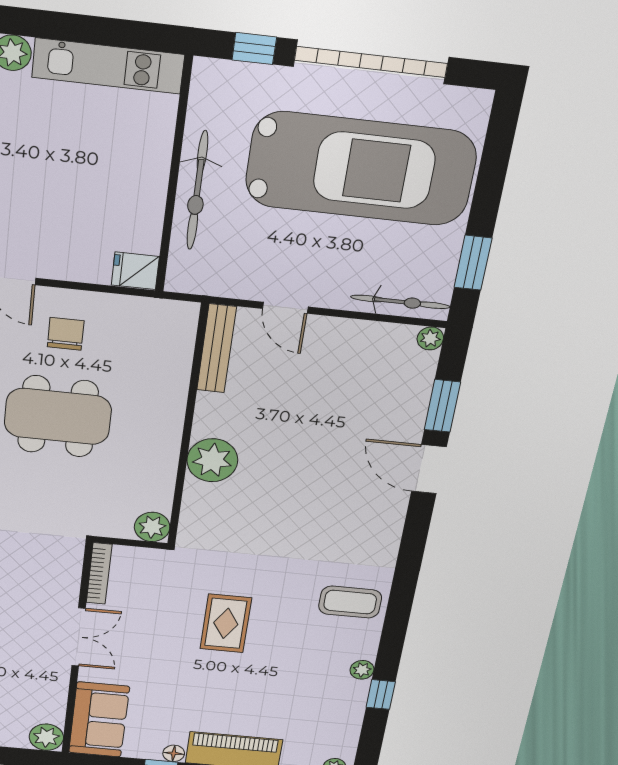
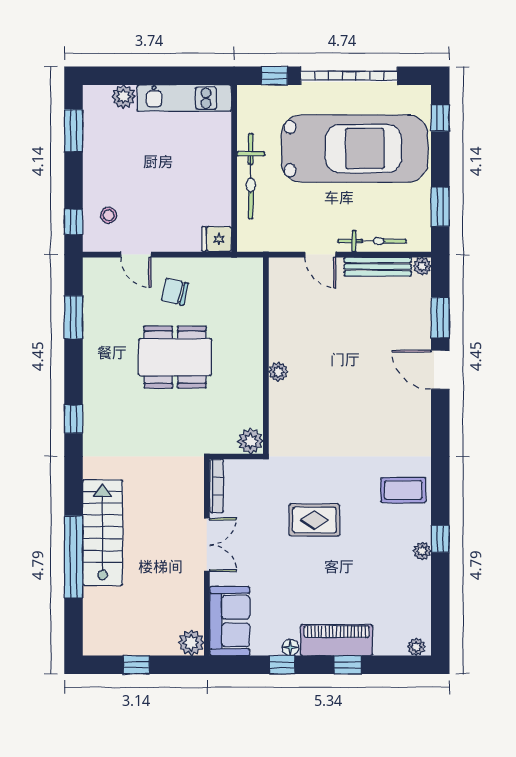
window: (499, 139) -> (440, 118), added
bicycle: (400, 302) -> (372, 241), moved
chair: (66, 334) -> (175, 292), turned -77
bench: (217, 349) -> (378, 267), moved, turned 90
plant: (212, 460) -> (278, 372), width x0.53, depth x0.53
rug: (226, 623) -> (314, 520), turned 90
window: (381, 694) -> (440, 539), moved

